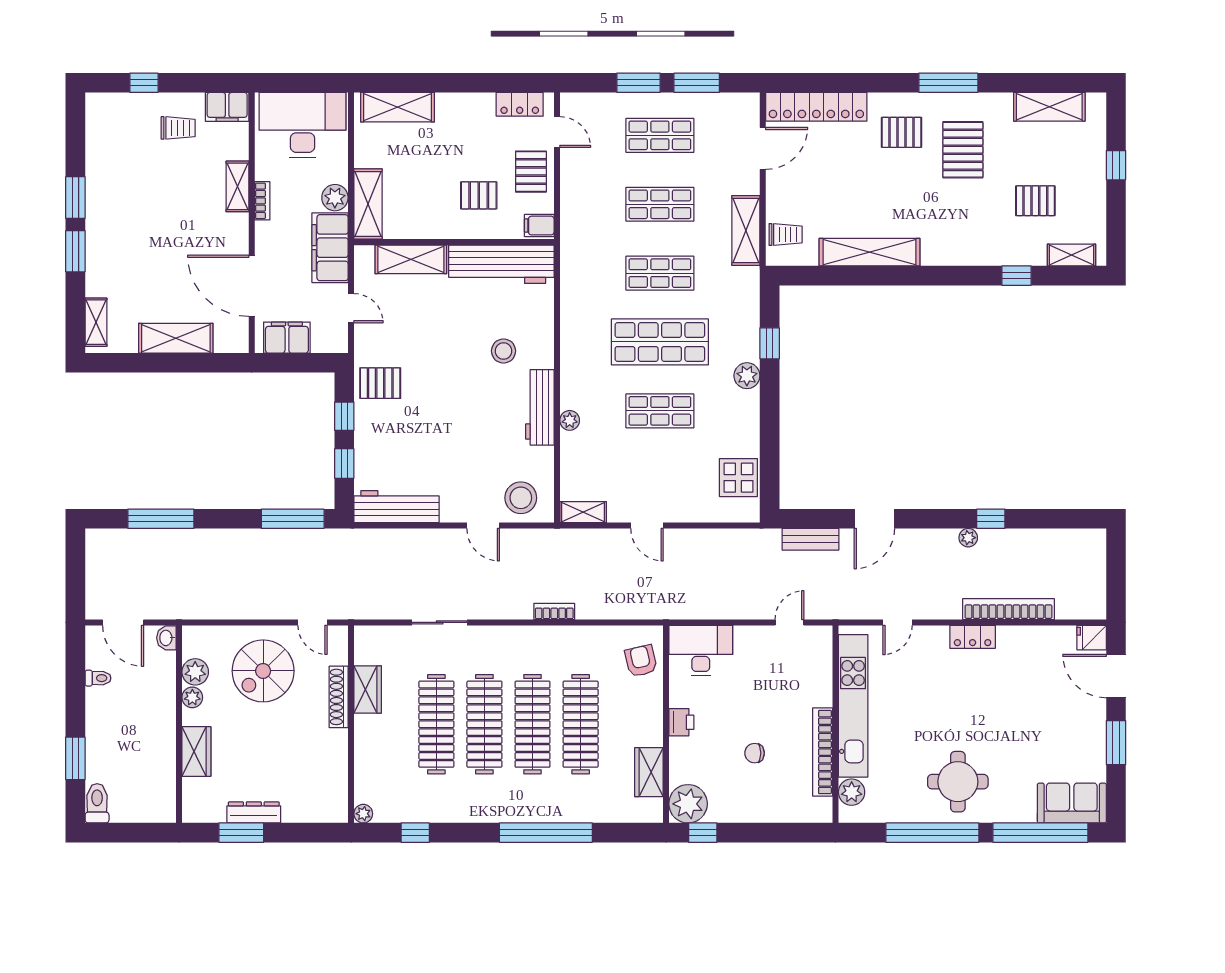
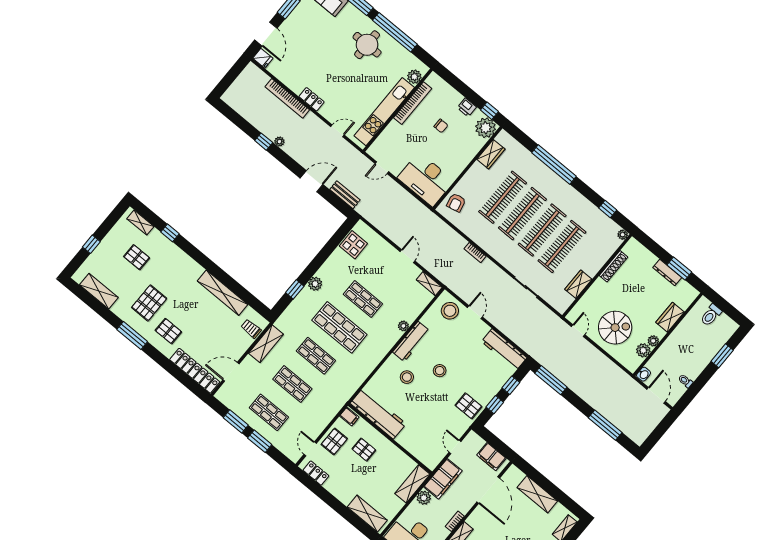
shelving: (411, 259) -> (414, 446), removed
stool: (464, 399) -> (440, 371), added
desk: (701, 650) -> (426, 179), width x1.36, depth x1.30
shoe rack: (339, 697) -> (613, 266), moved
printer: (681, 722) -> (467, 107), moved, turned -90
toilet: (97, 803) -> (711, 315), moved

